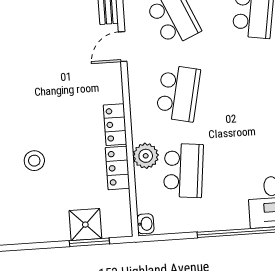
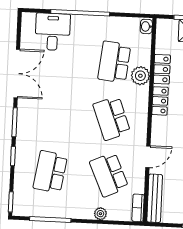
school desk: (178, 93) -> (112, 118), turned -33

